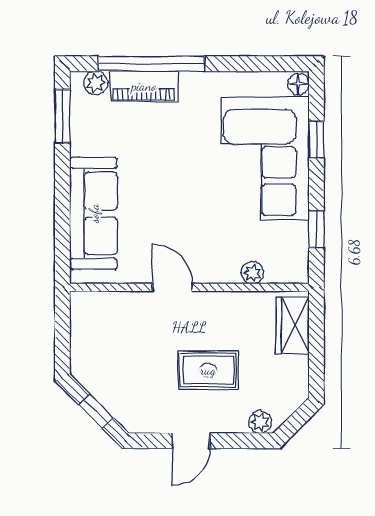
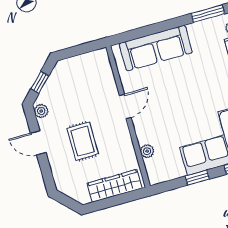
window: (316, 229) -> (197, 178), moved
wardrobe: (293, 325) -> (115, 186), width x1.50
plant: (260, 422) -> (41, 111), moved

